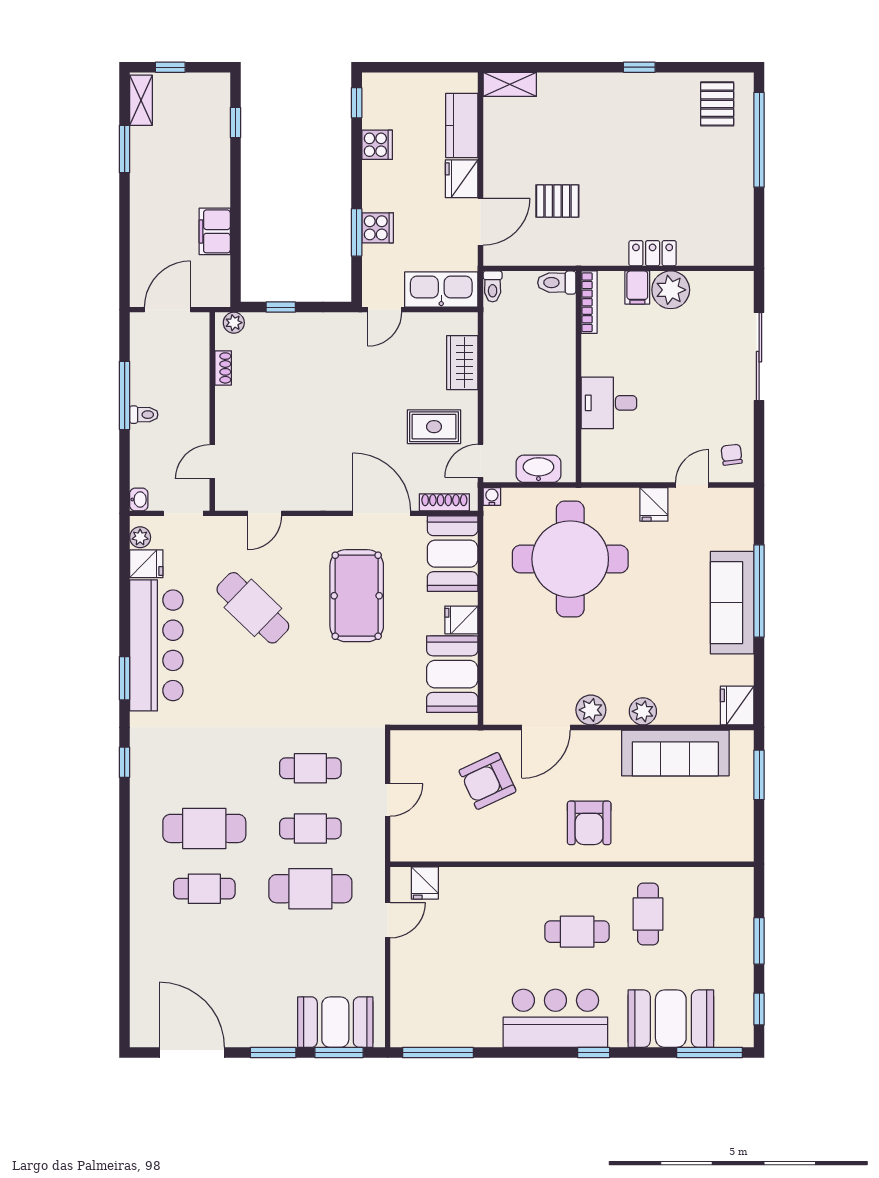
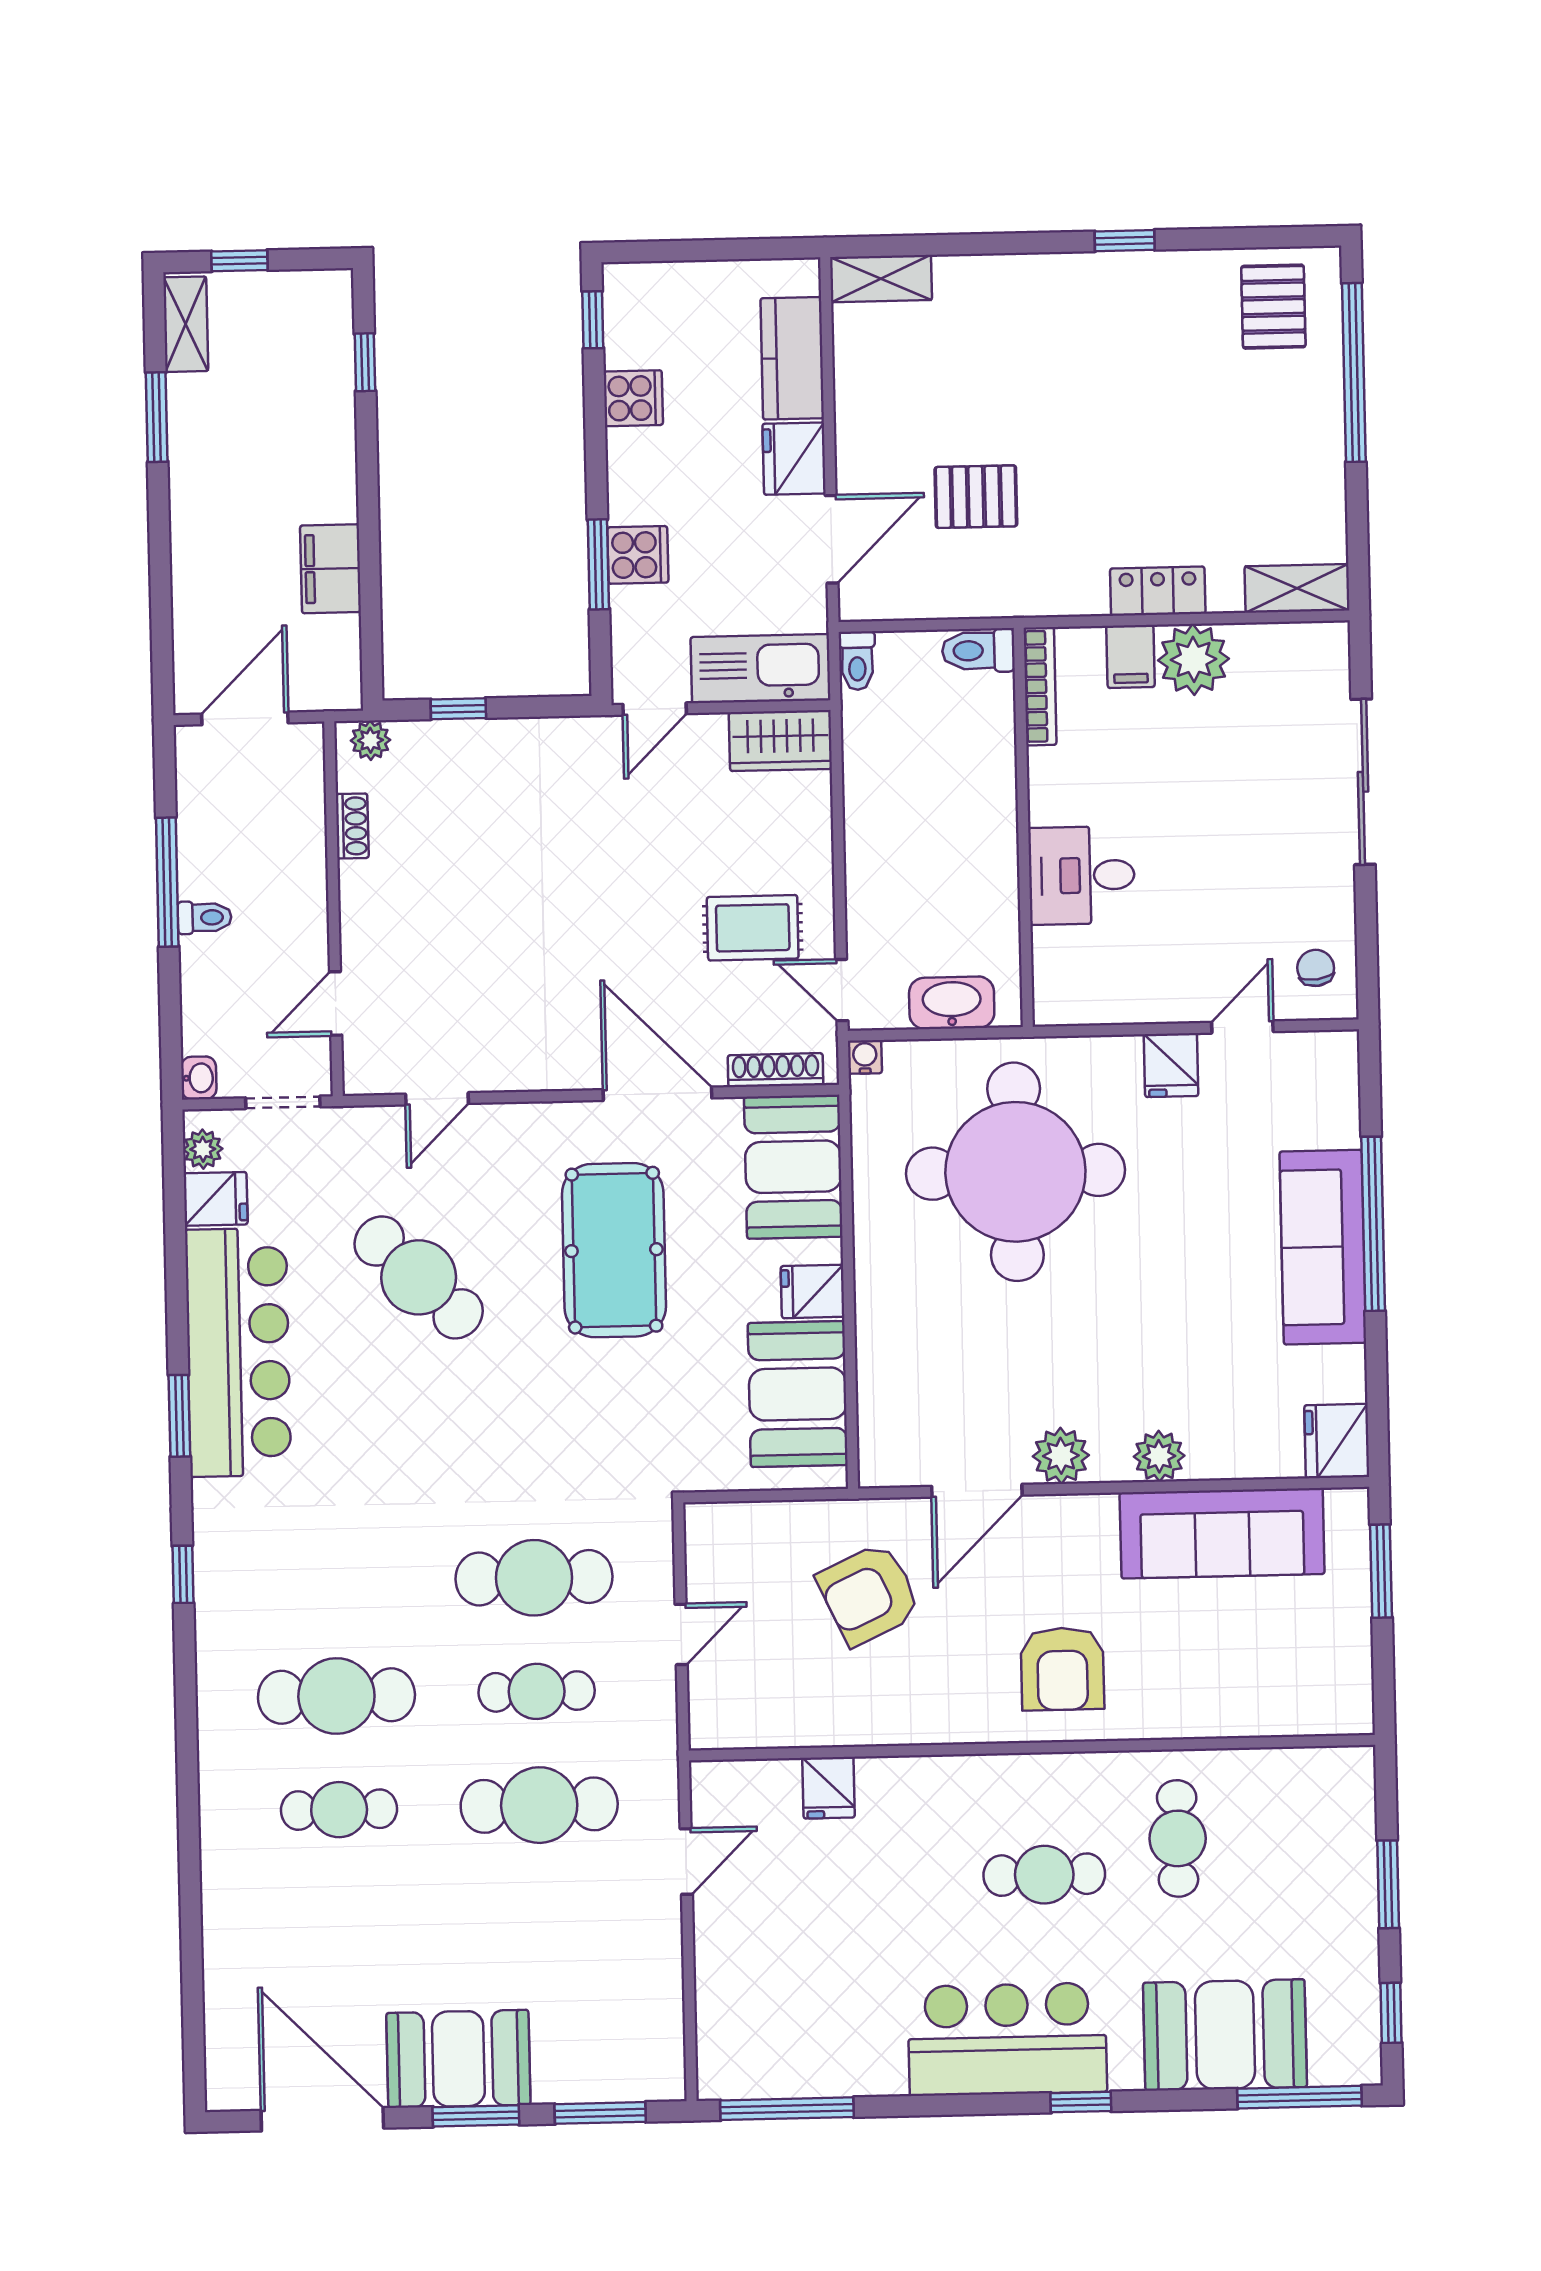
shelving: (726, 253) -> (1297, 588), added
wardrobe: (462, 363) -> (780, 741), moved, turned -90
door: (480, 461) -> (842, 990), hinge flipped
cafe table: (310, 768) -> (534, 1578), width x1.37, depth x1.35
fridge: (425, 883) -> (829, 1788), moved
booth: (335, 1022) -> (458, 2059), moved

